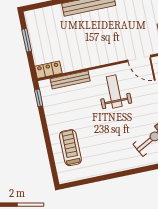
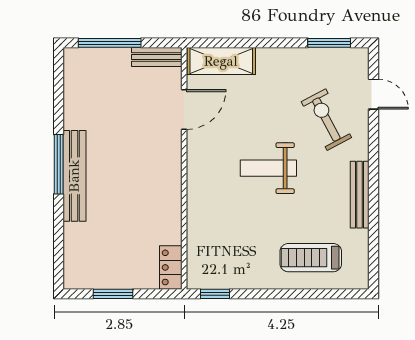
bench: (70, 80) -> (360, 195), moved
weight bench: (114, 92) -> (268, 168), moved

